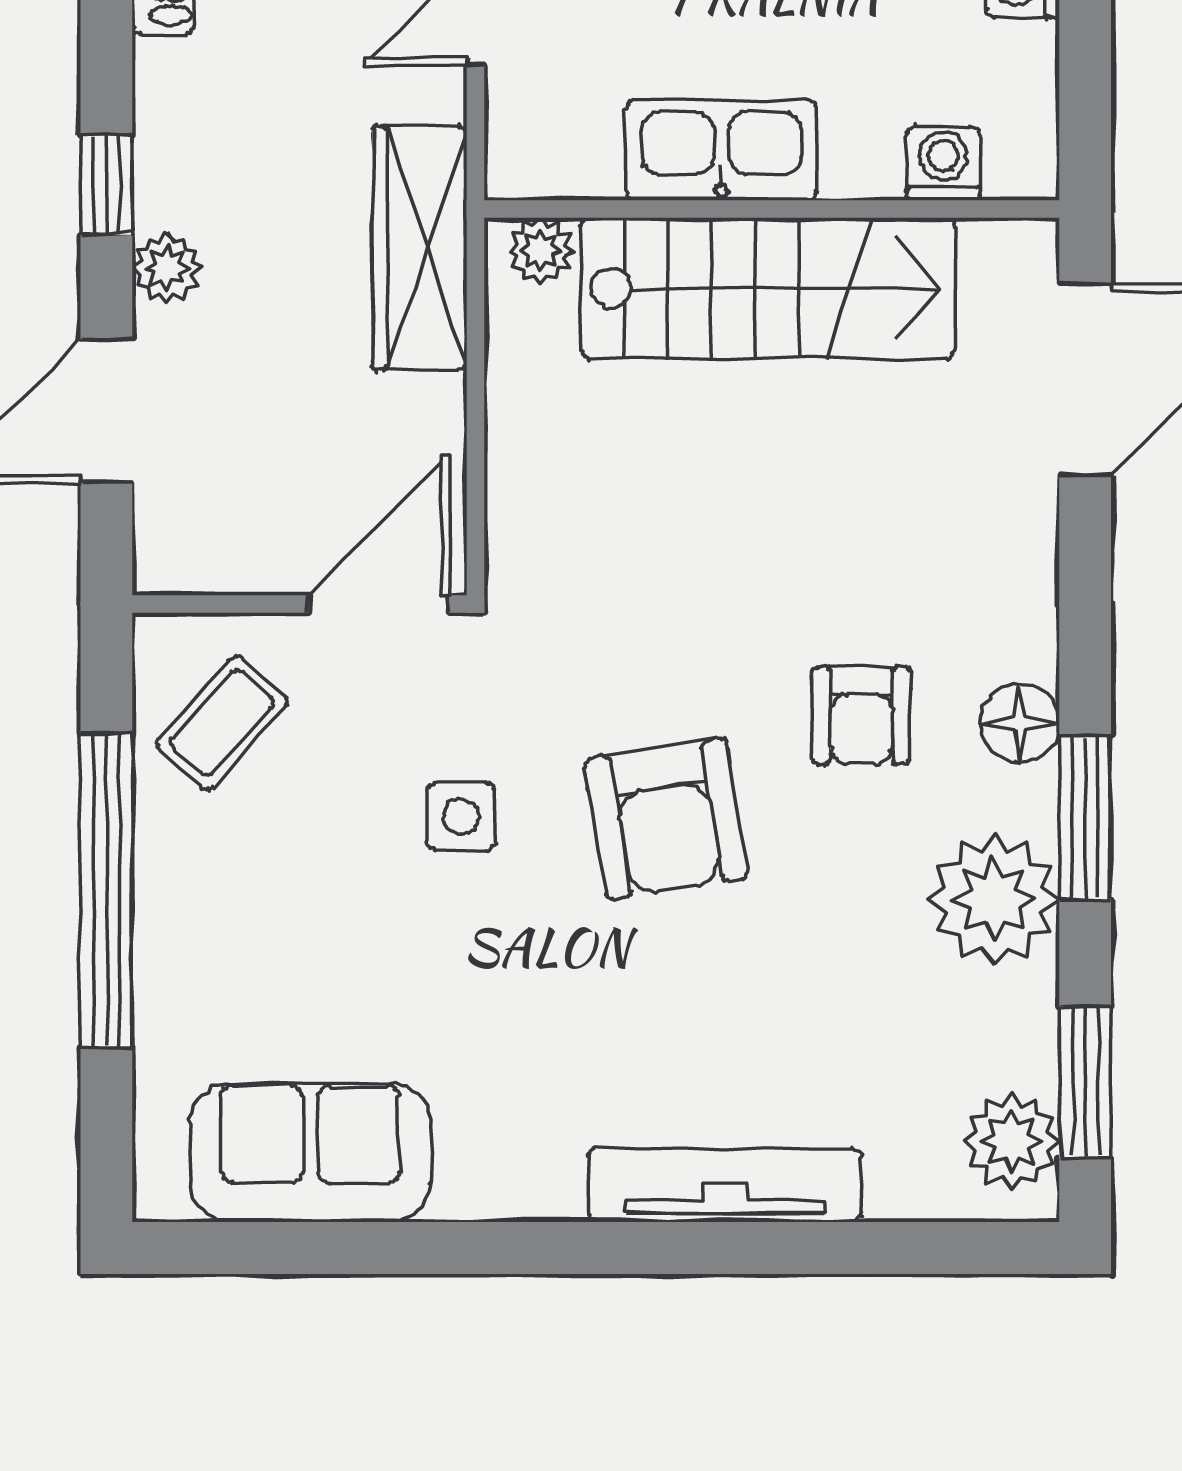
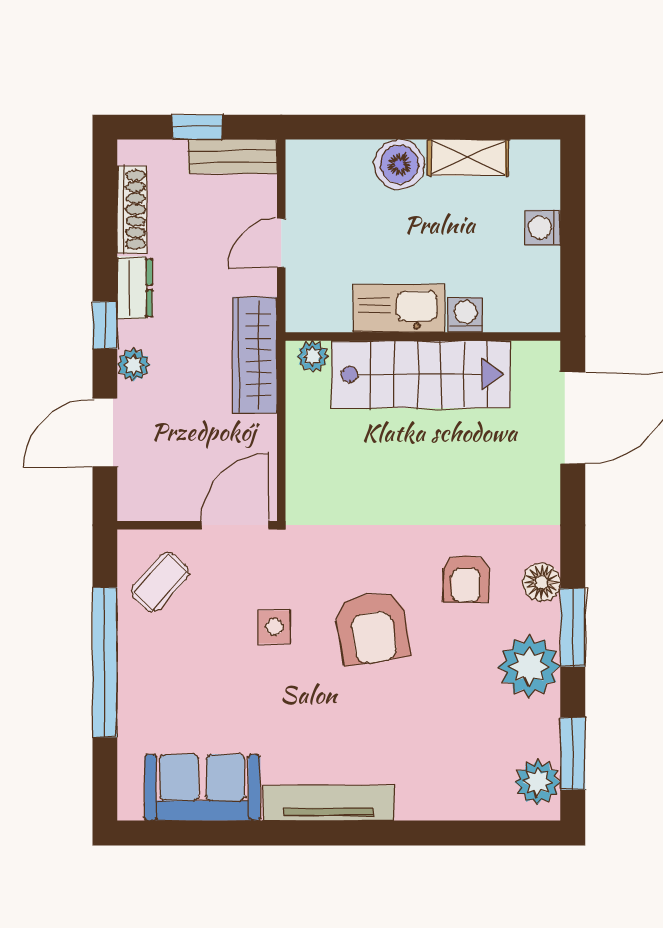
dresser: (169, 107) -> (135, 288), added
washing machine: (943, 164) -> (465, 315), moved
tv unit: (724, 1185) -> (329, 803), moved

